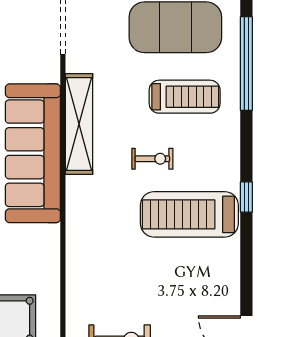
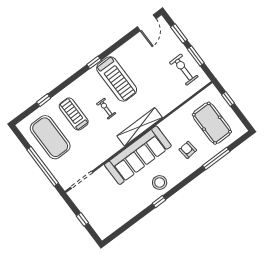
window: (246, 64) -> (44, 100), width x0.32
shelving: (79, 124) -> (140, 127), moved

